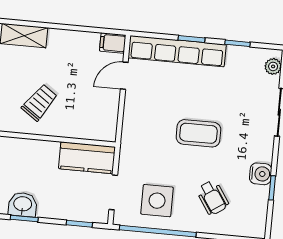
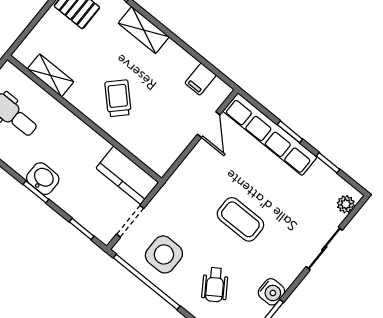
filing cabinet: (113, 43) -> (201, 79), moved, turned -90
door: (124, 76) -> (209, 125), swing flipped
trolley: (40, 102) -> (118, 98), turned -80

